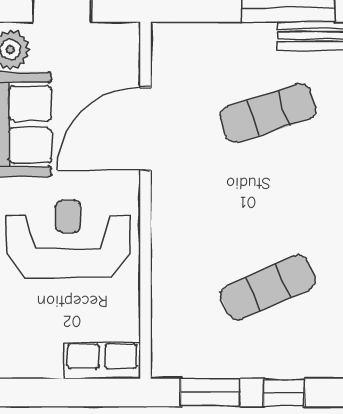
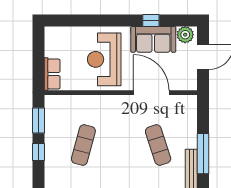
reception desk: (68, 239) -> (104, 59), turned 180
exercise mat: (268, 287) -> (83, 145), turned 39

